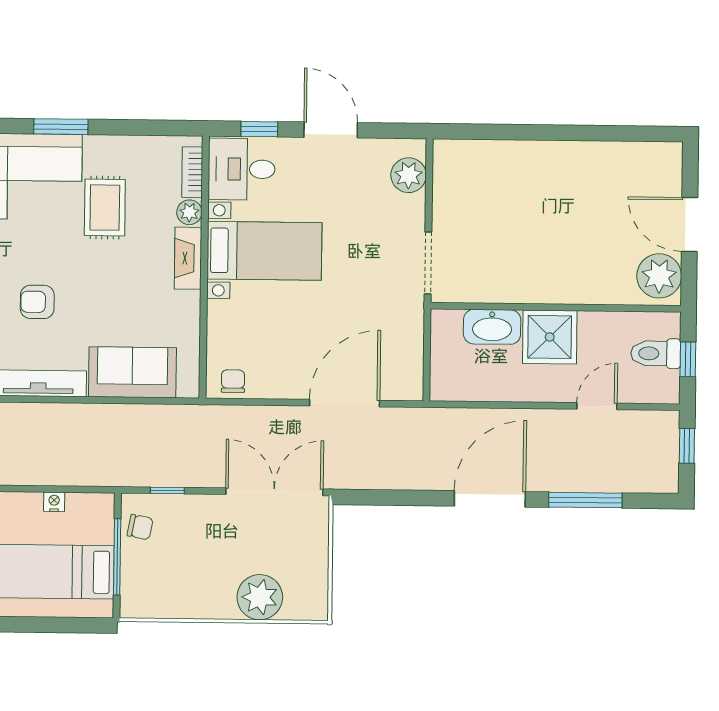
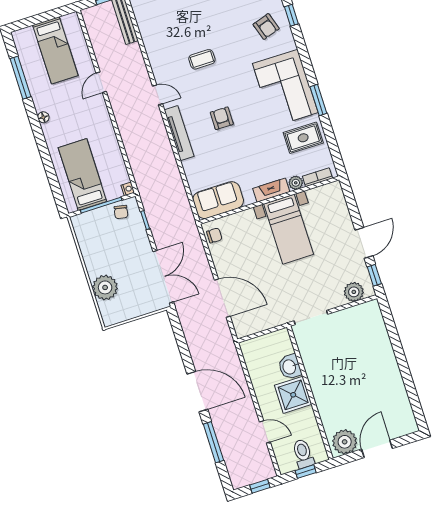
window: (259, 129) -> (374, 275), moved
desk: (242, 169) -> (328, 203), removed
rug: (105, 208) -> (303, 138), moved
washbasin: (492, 327) -> (290, 367), width x0.72
sofa: (132, 372) -> (218, 200), moved, turned -90
nightstand: (54, 502) -> (128, 189), moved

